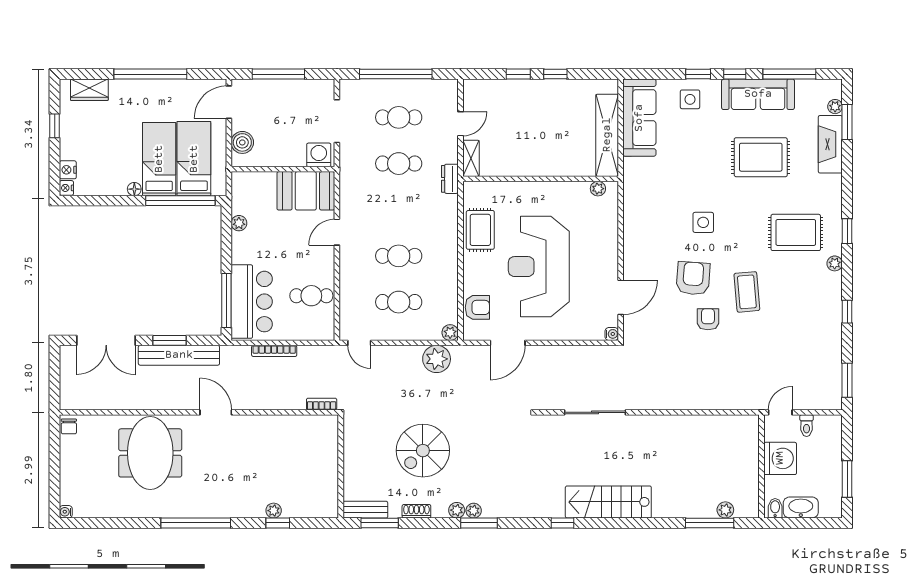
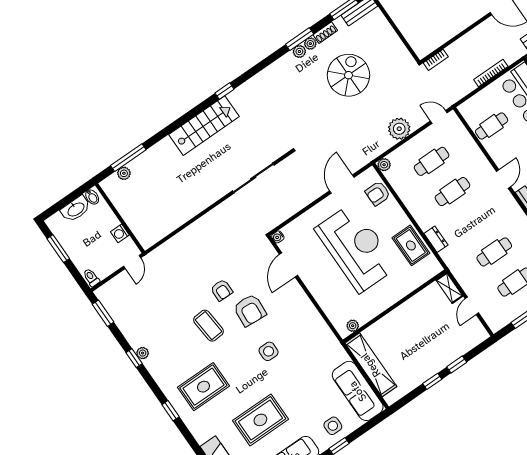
dresser: (450, 179) -> (436, 239), moved
plant: (835, 263) -> (143, 353), moved
plant: (437, 359) -> (399, 129), moved
toilet: (807, 426) -> (91, 277), moved
washing machine: (780, 458) -> (120, 233), width x0.53, depth x0.53
plant: (474, 511) -> (310, 44), moved
window: (479, 523) -> (300, 39), moved

